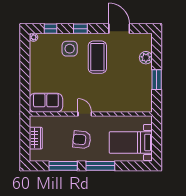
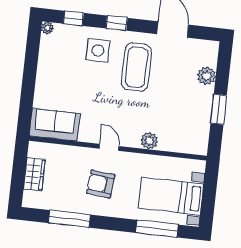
plant: (112, 106) -> (149, 141), added
window: (100, 166) -> (157, 229), moved

